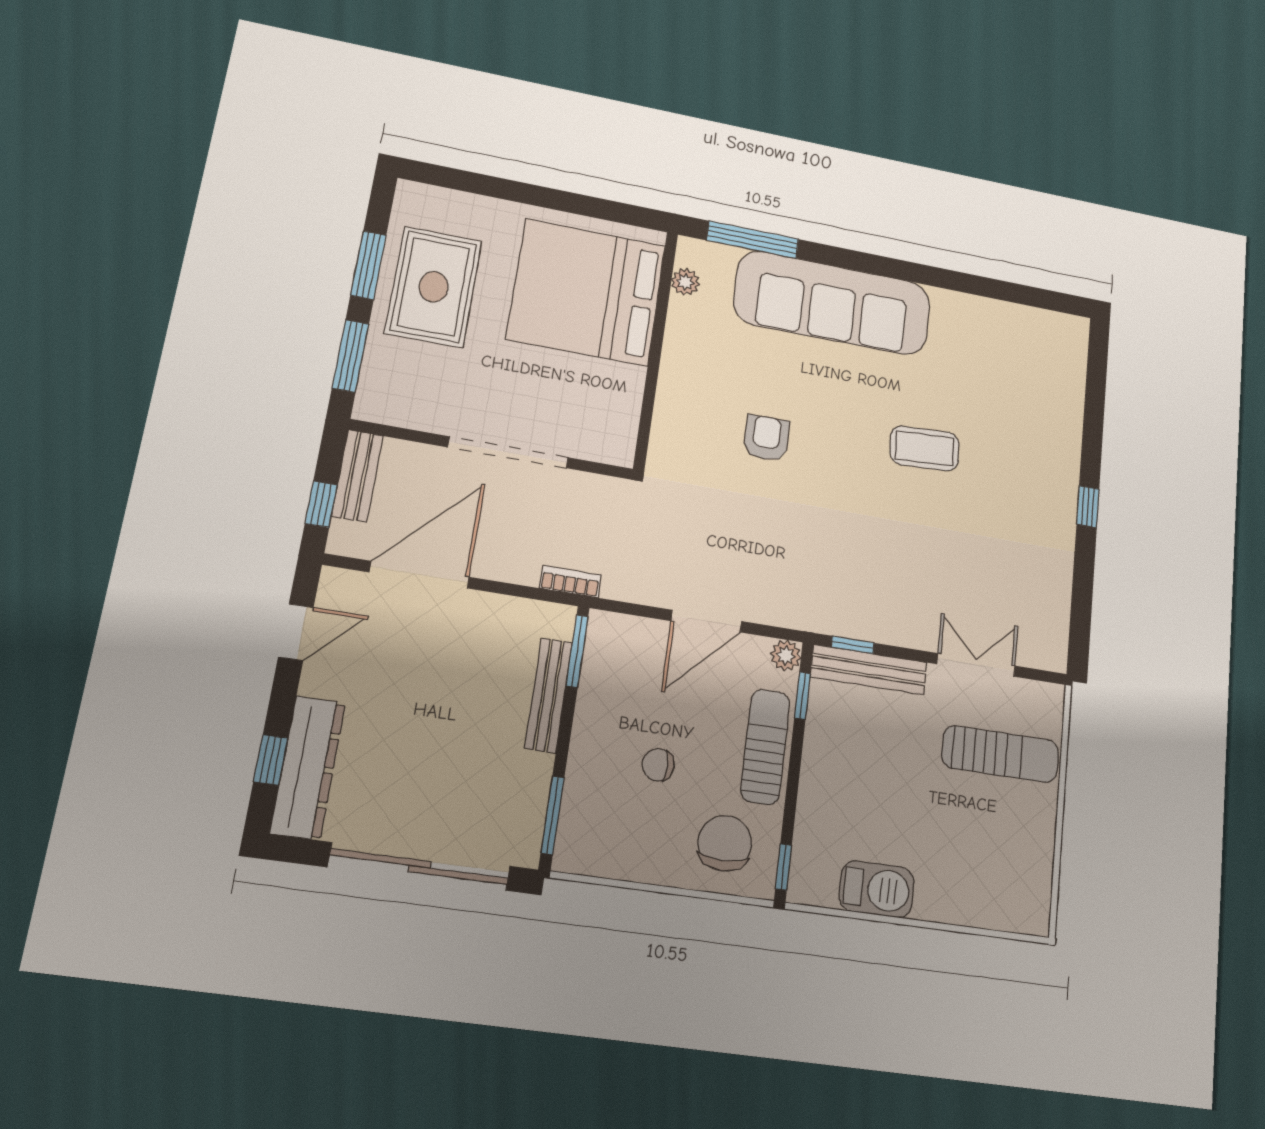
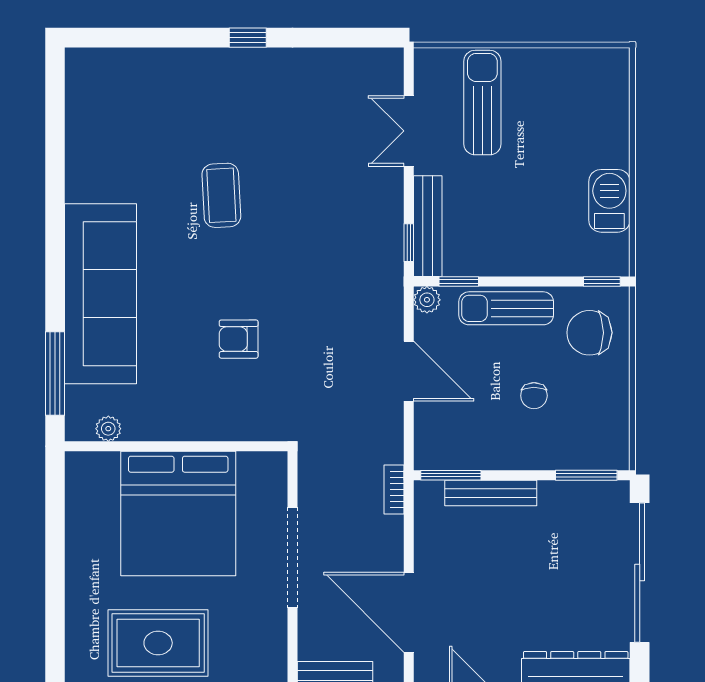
bed: (587, 292) -> (178, 513), moved

